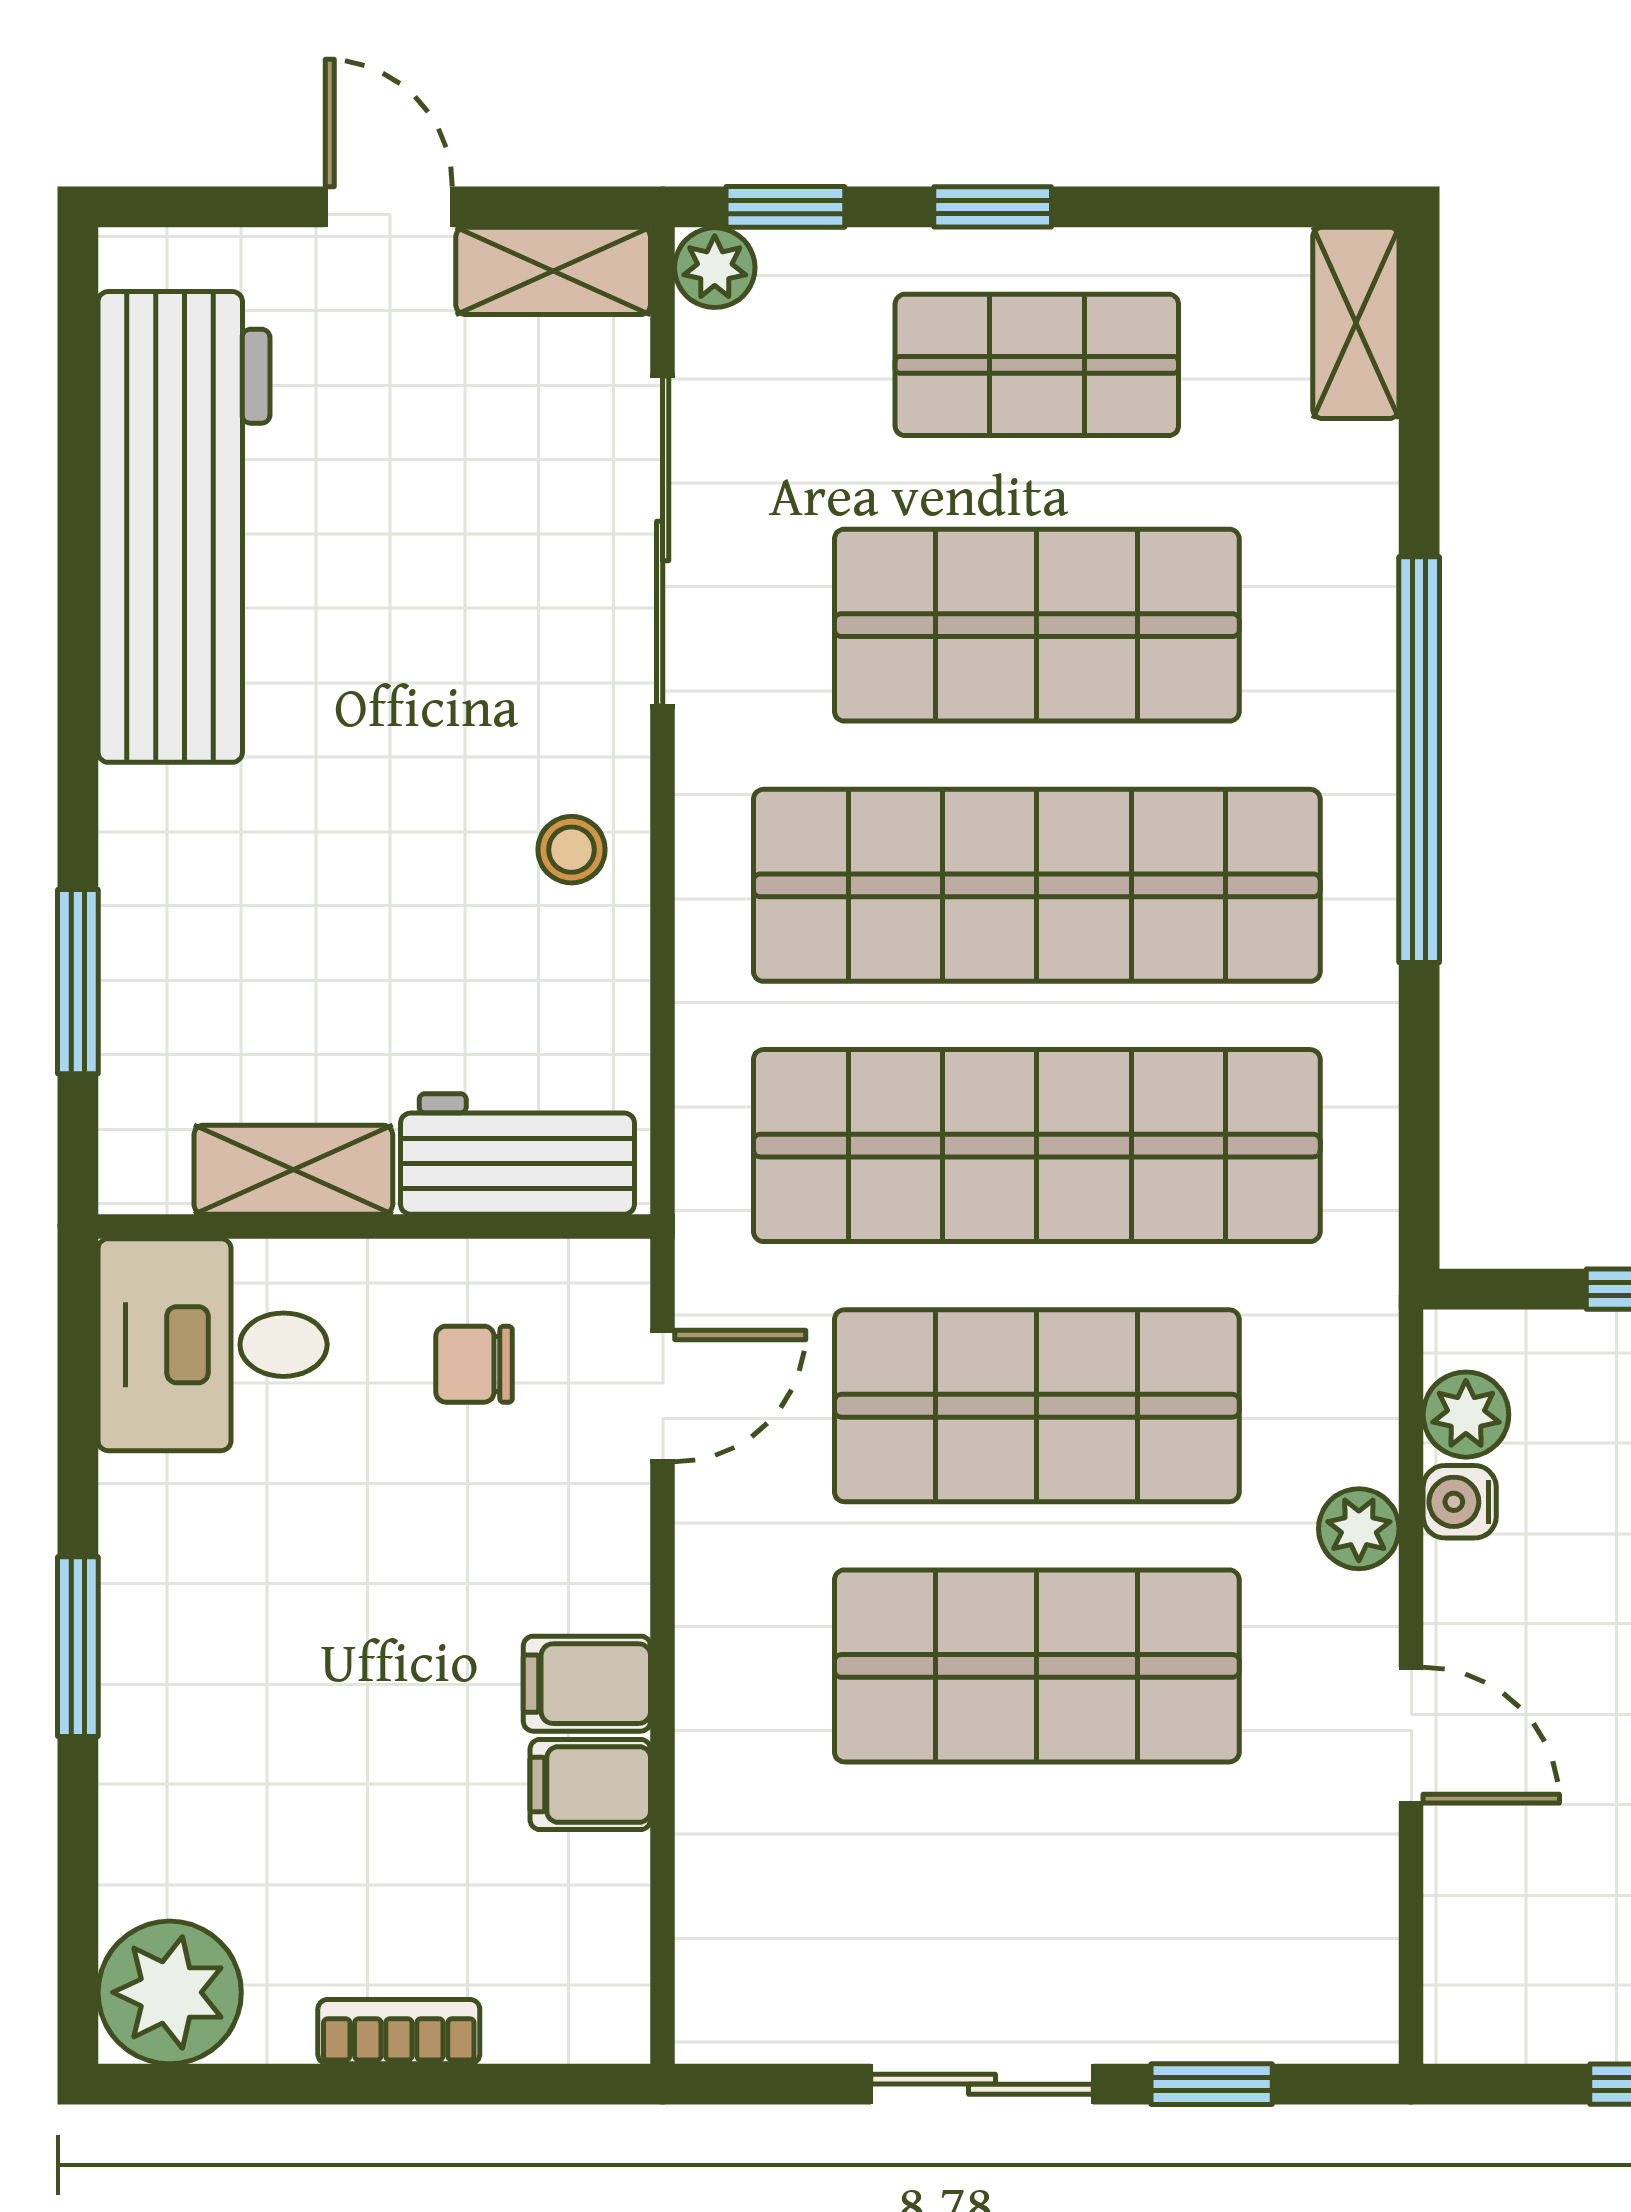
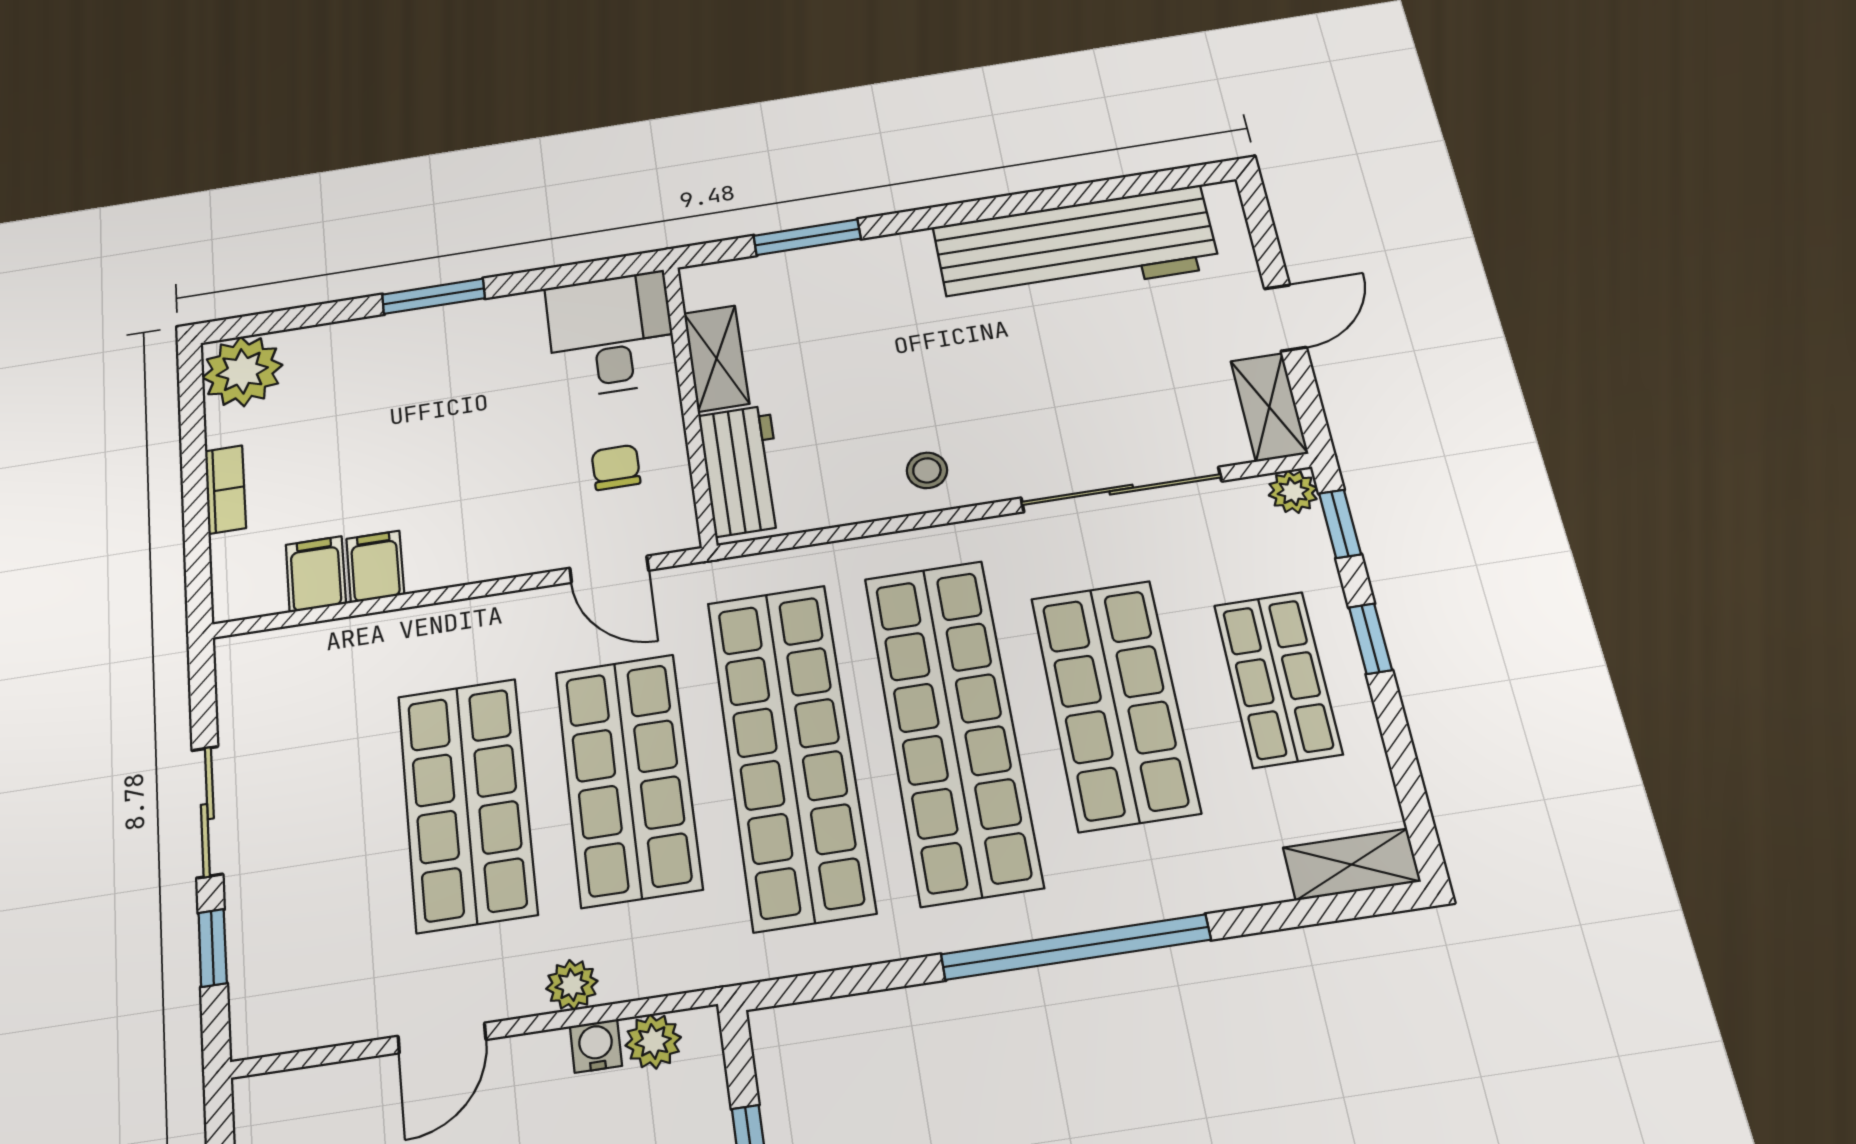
filing cabinet: (587, 1684) -> (316, 574), moved

